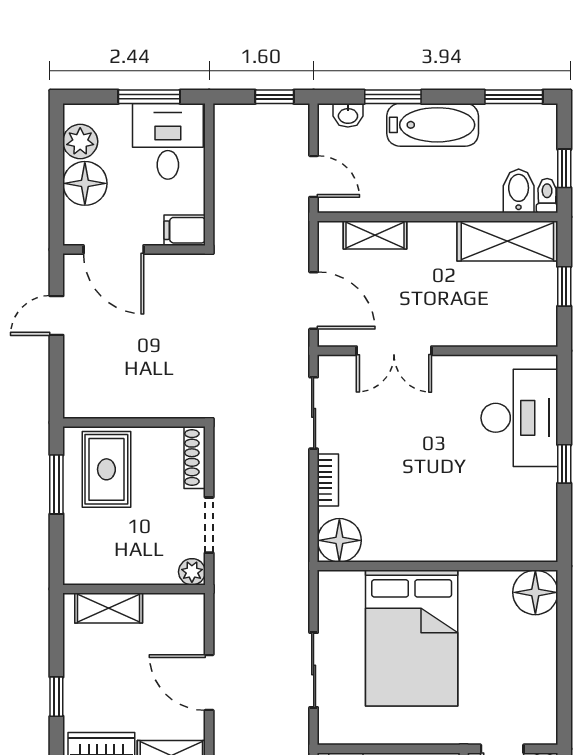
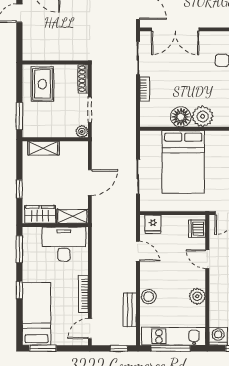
double door: (394, 351) -> (175, 29), width x1.37
window: (56, 484) -> (19, 116), moved
plant: (454, 539) -> (203, 116), added
floor lamp: (339, 540) -> (181, 117), moved
door: (209, 683) -> (90, 183), swing flipped

